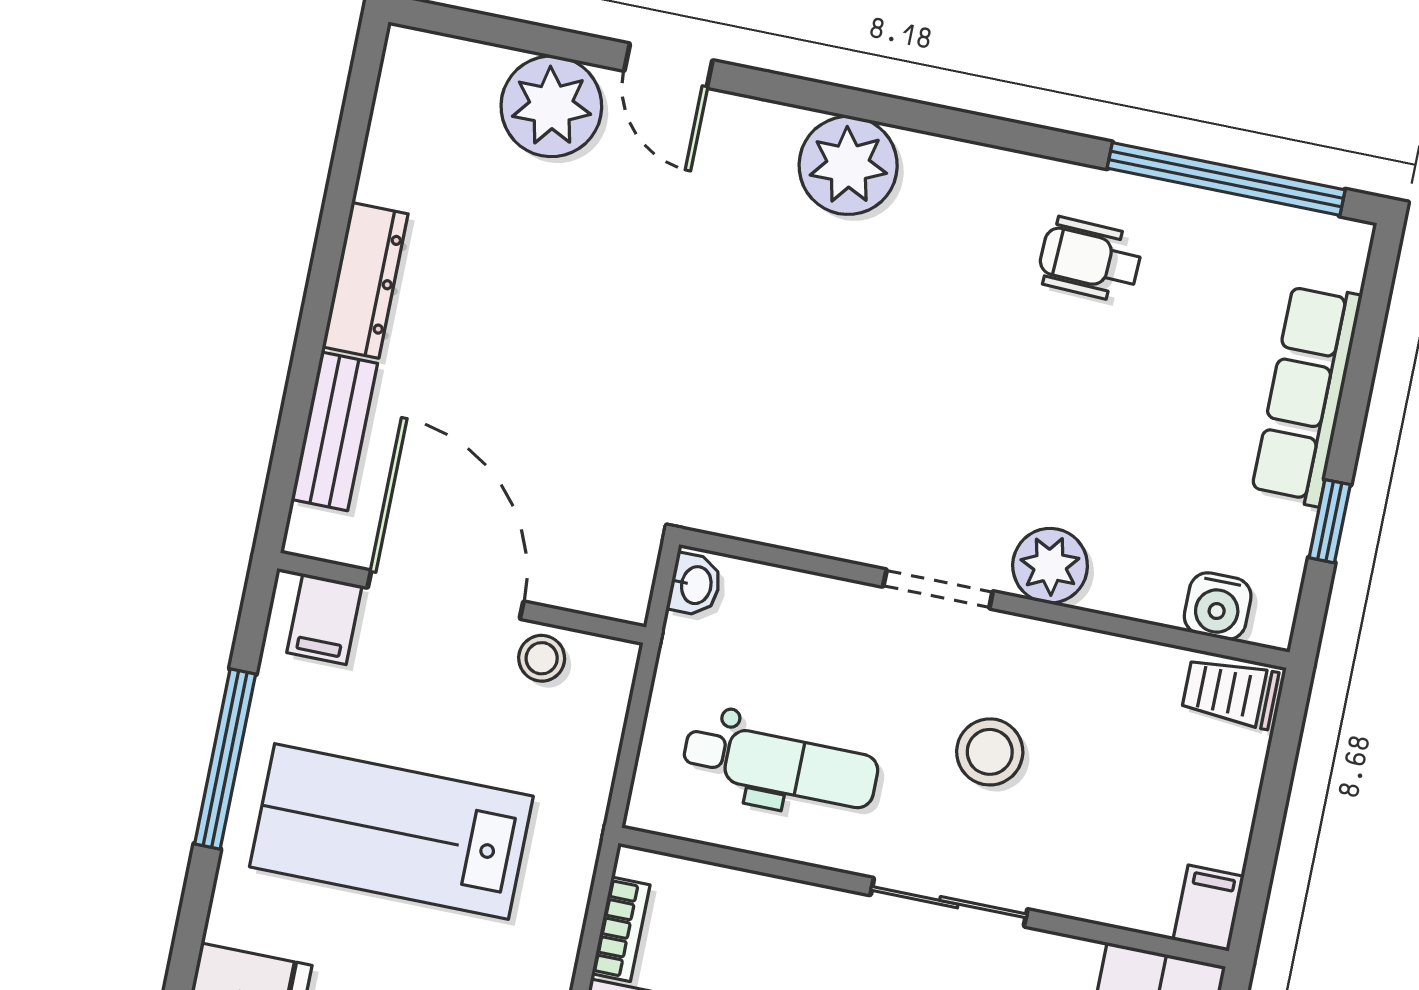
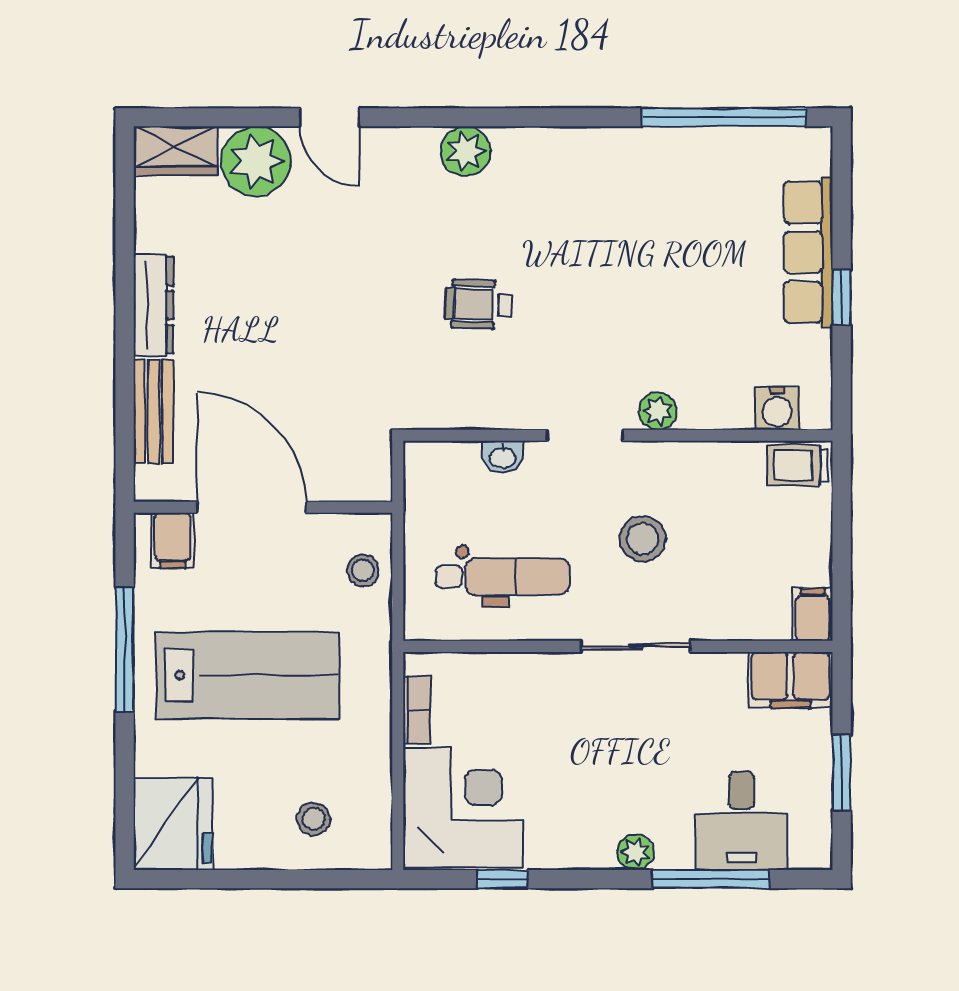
wardrobe: (441, 68) -> (176, 151), added
plant: (848, 165) -> (466, 151), width x0.73, depth x0.73
wheelchair: (1090, 260) -> (479, 304), moved
window: (1330, 521) -> (842, 297), moved
plant: (1050, 566) -> (658, 411), width x0.73, depth x0.73
washbasin: (695, 585) -> (503, 457), moved, turned 90
stool: (542, 658) -> (363, 570), moved
lab bench: (391, 832) -> (248, 675), turned 180

